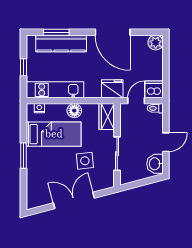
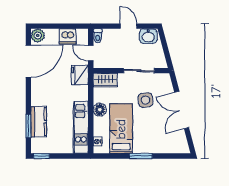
door: (113, 32) -> (28, 61), moved
kitchen counter: (61, 43) -> (39, 122), width x0.67
window: (23, 67) -> (42, 156), moved
dishwasher: (154, 89) -> (68, 36), moved, turned -90

